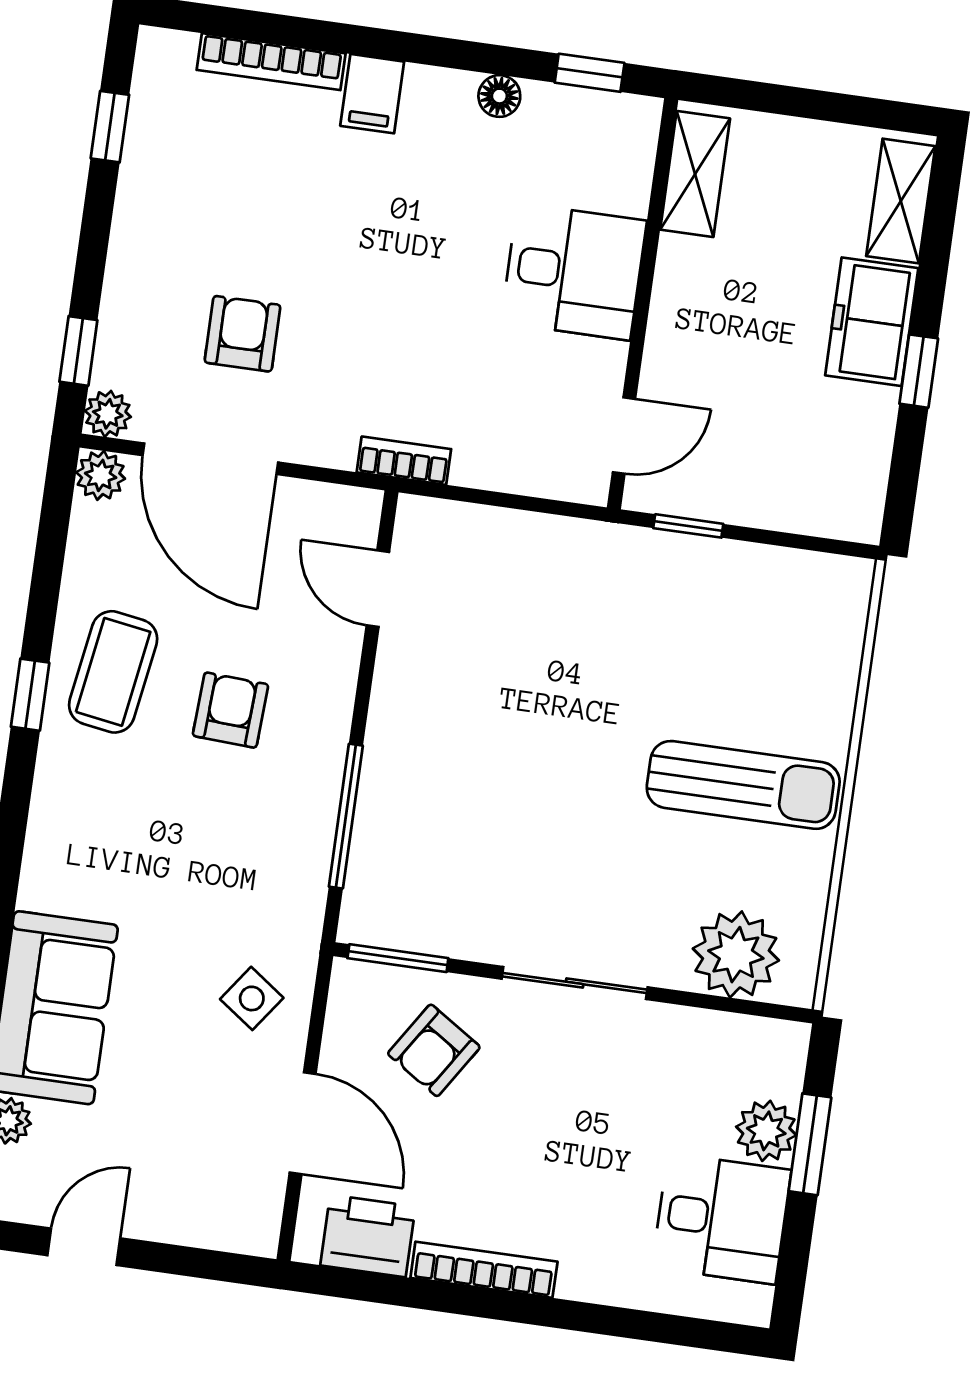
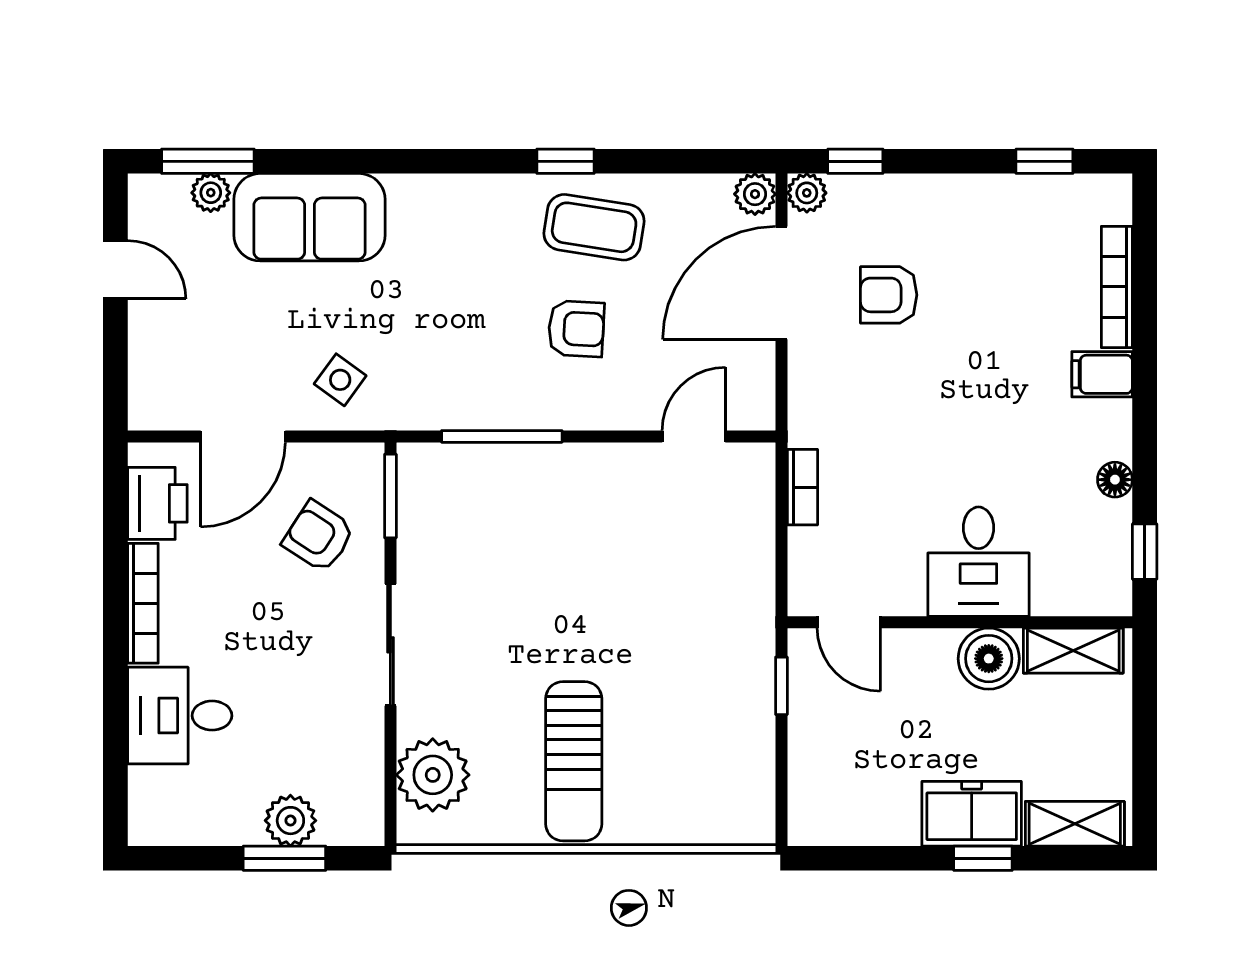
boiler: (691, 276) -> (989, 659), added
armchair: (243, 334) -> (889, 295), turned 180
window: (919, 371) -> (983, 858), moved
bookcase: (404, 461) -> (802, 487), moved
desk: (722, 1219) -> (180, 716), moved, turned 90

